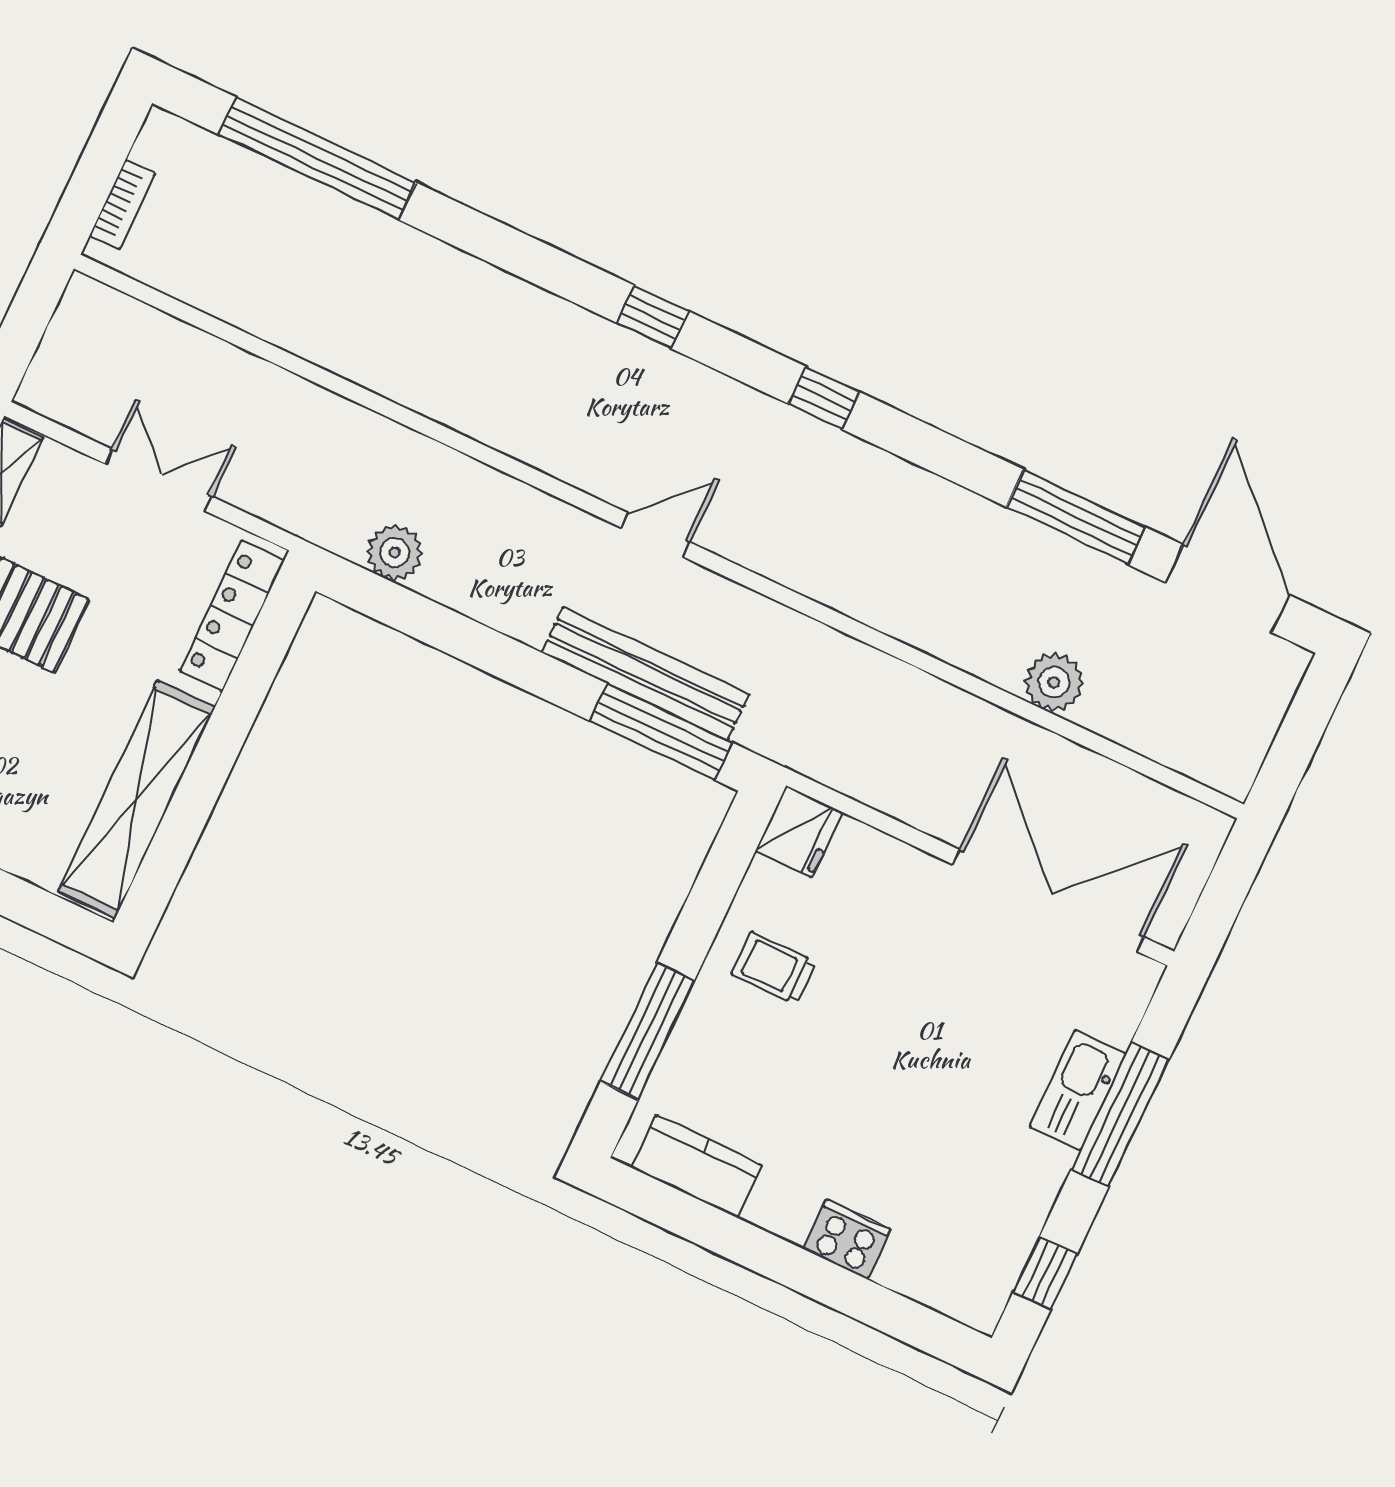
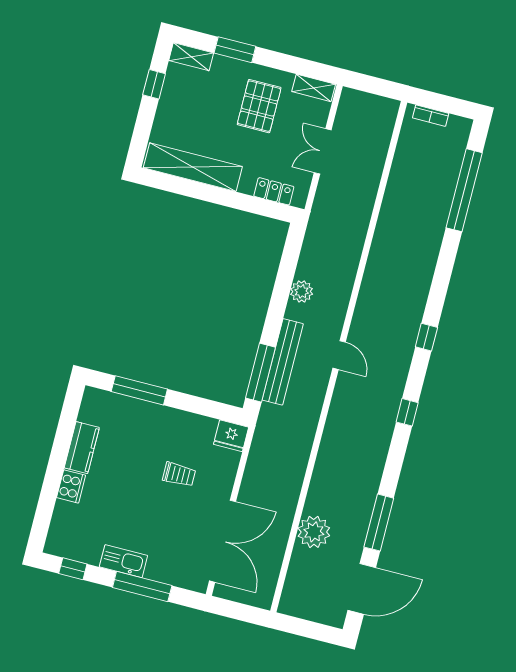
double door: (159, 480) -> (323, 151), swing flipped
plant: (395, 553) -> (302, 291), moved
locker: (232, 616) -> (274, 191), width x0.66
plant: (1054, 682) -> (314, 532), width x1.36, depth x1.36
trolley: (774, 968) -> (179, 474), moved, turned 90
kitchen sink: (1078, 1090) -> (123, 561), moved
kitchen counter: (697, 1166) -> (82, 448), moved

